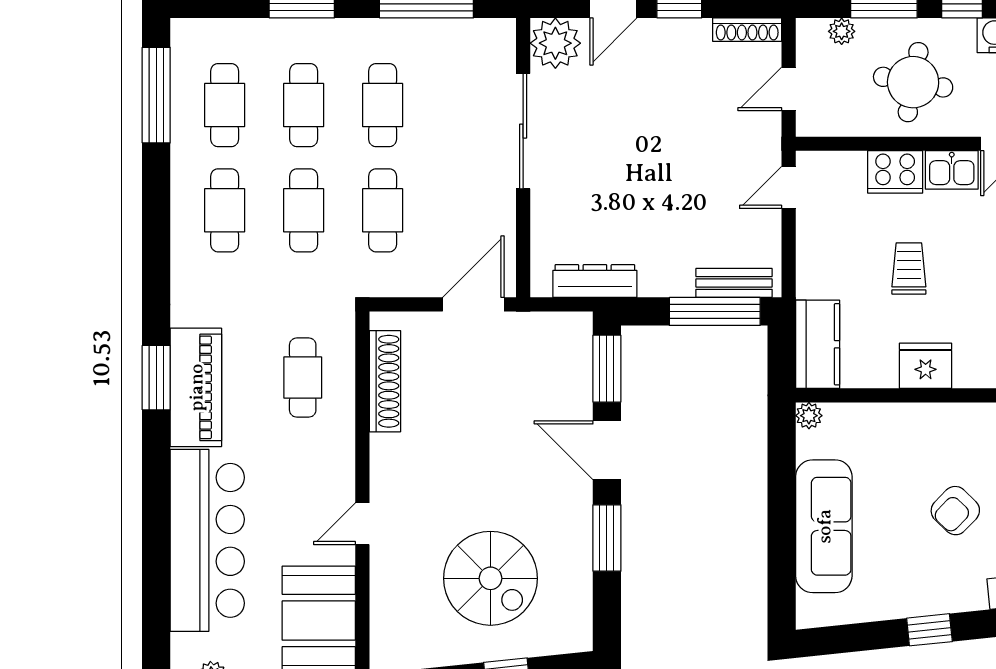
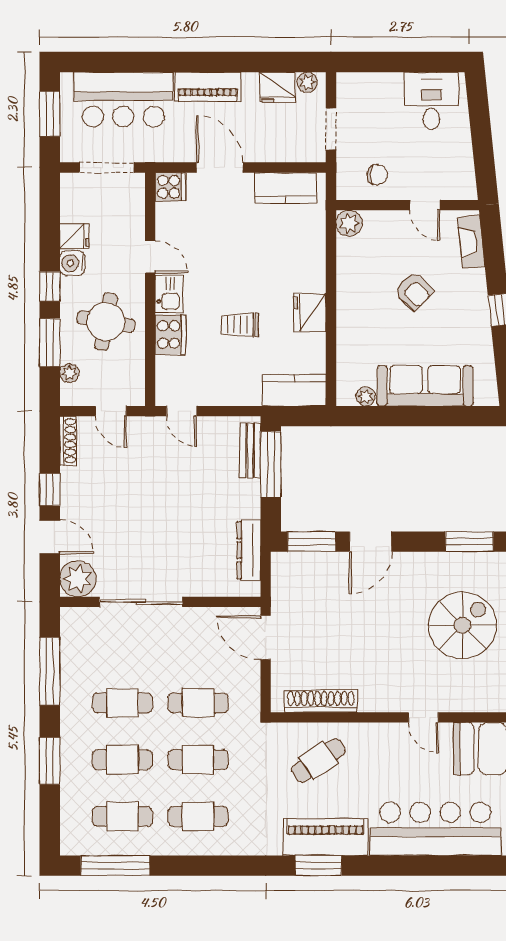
cafe table: (303, 378) -> (318, 760), turned -34
plant: (809, 416) -> (366, 396), moved
window: (607, 538) -> (469, 542), moved

